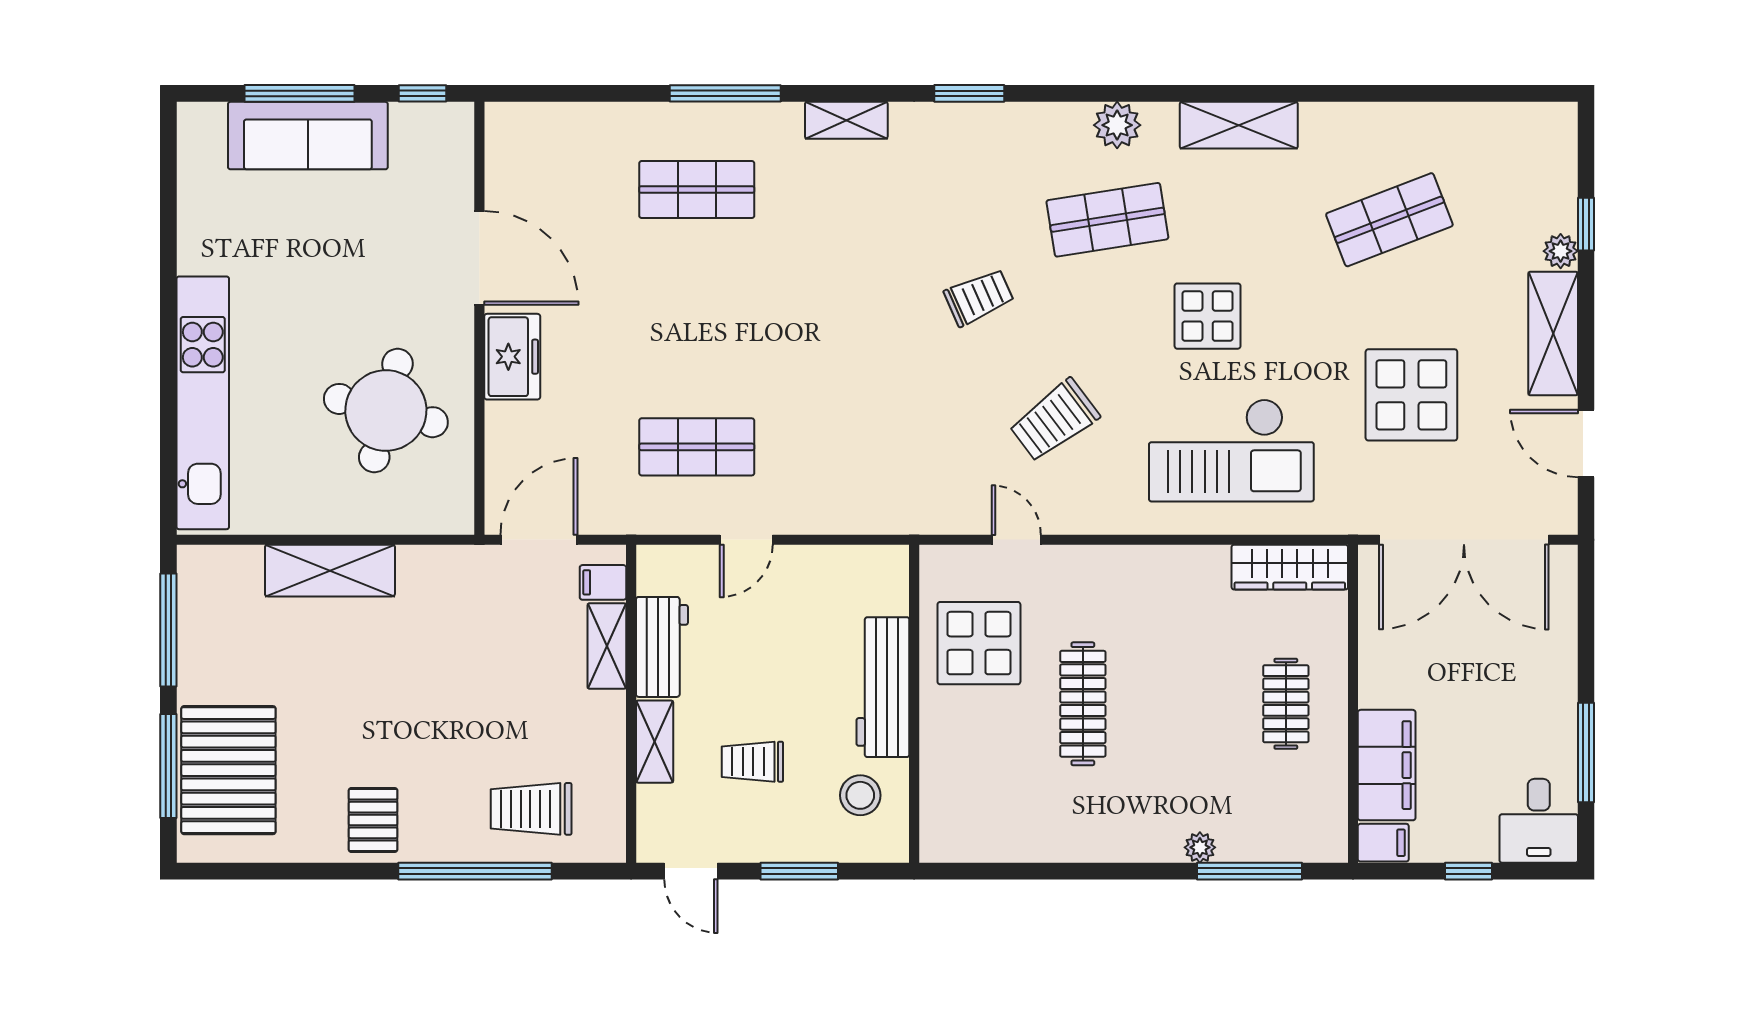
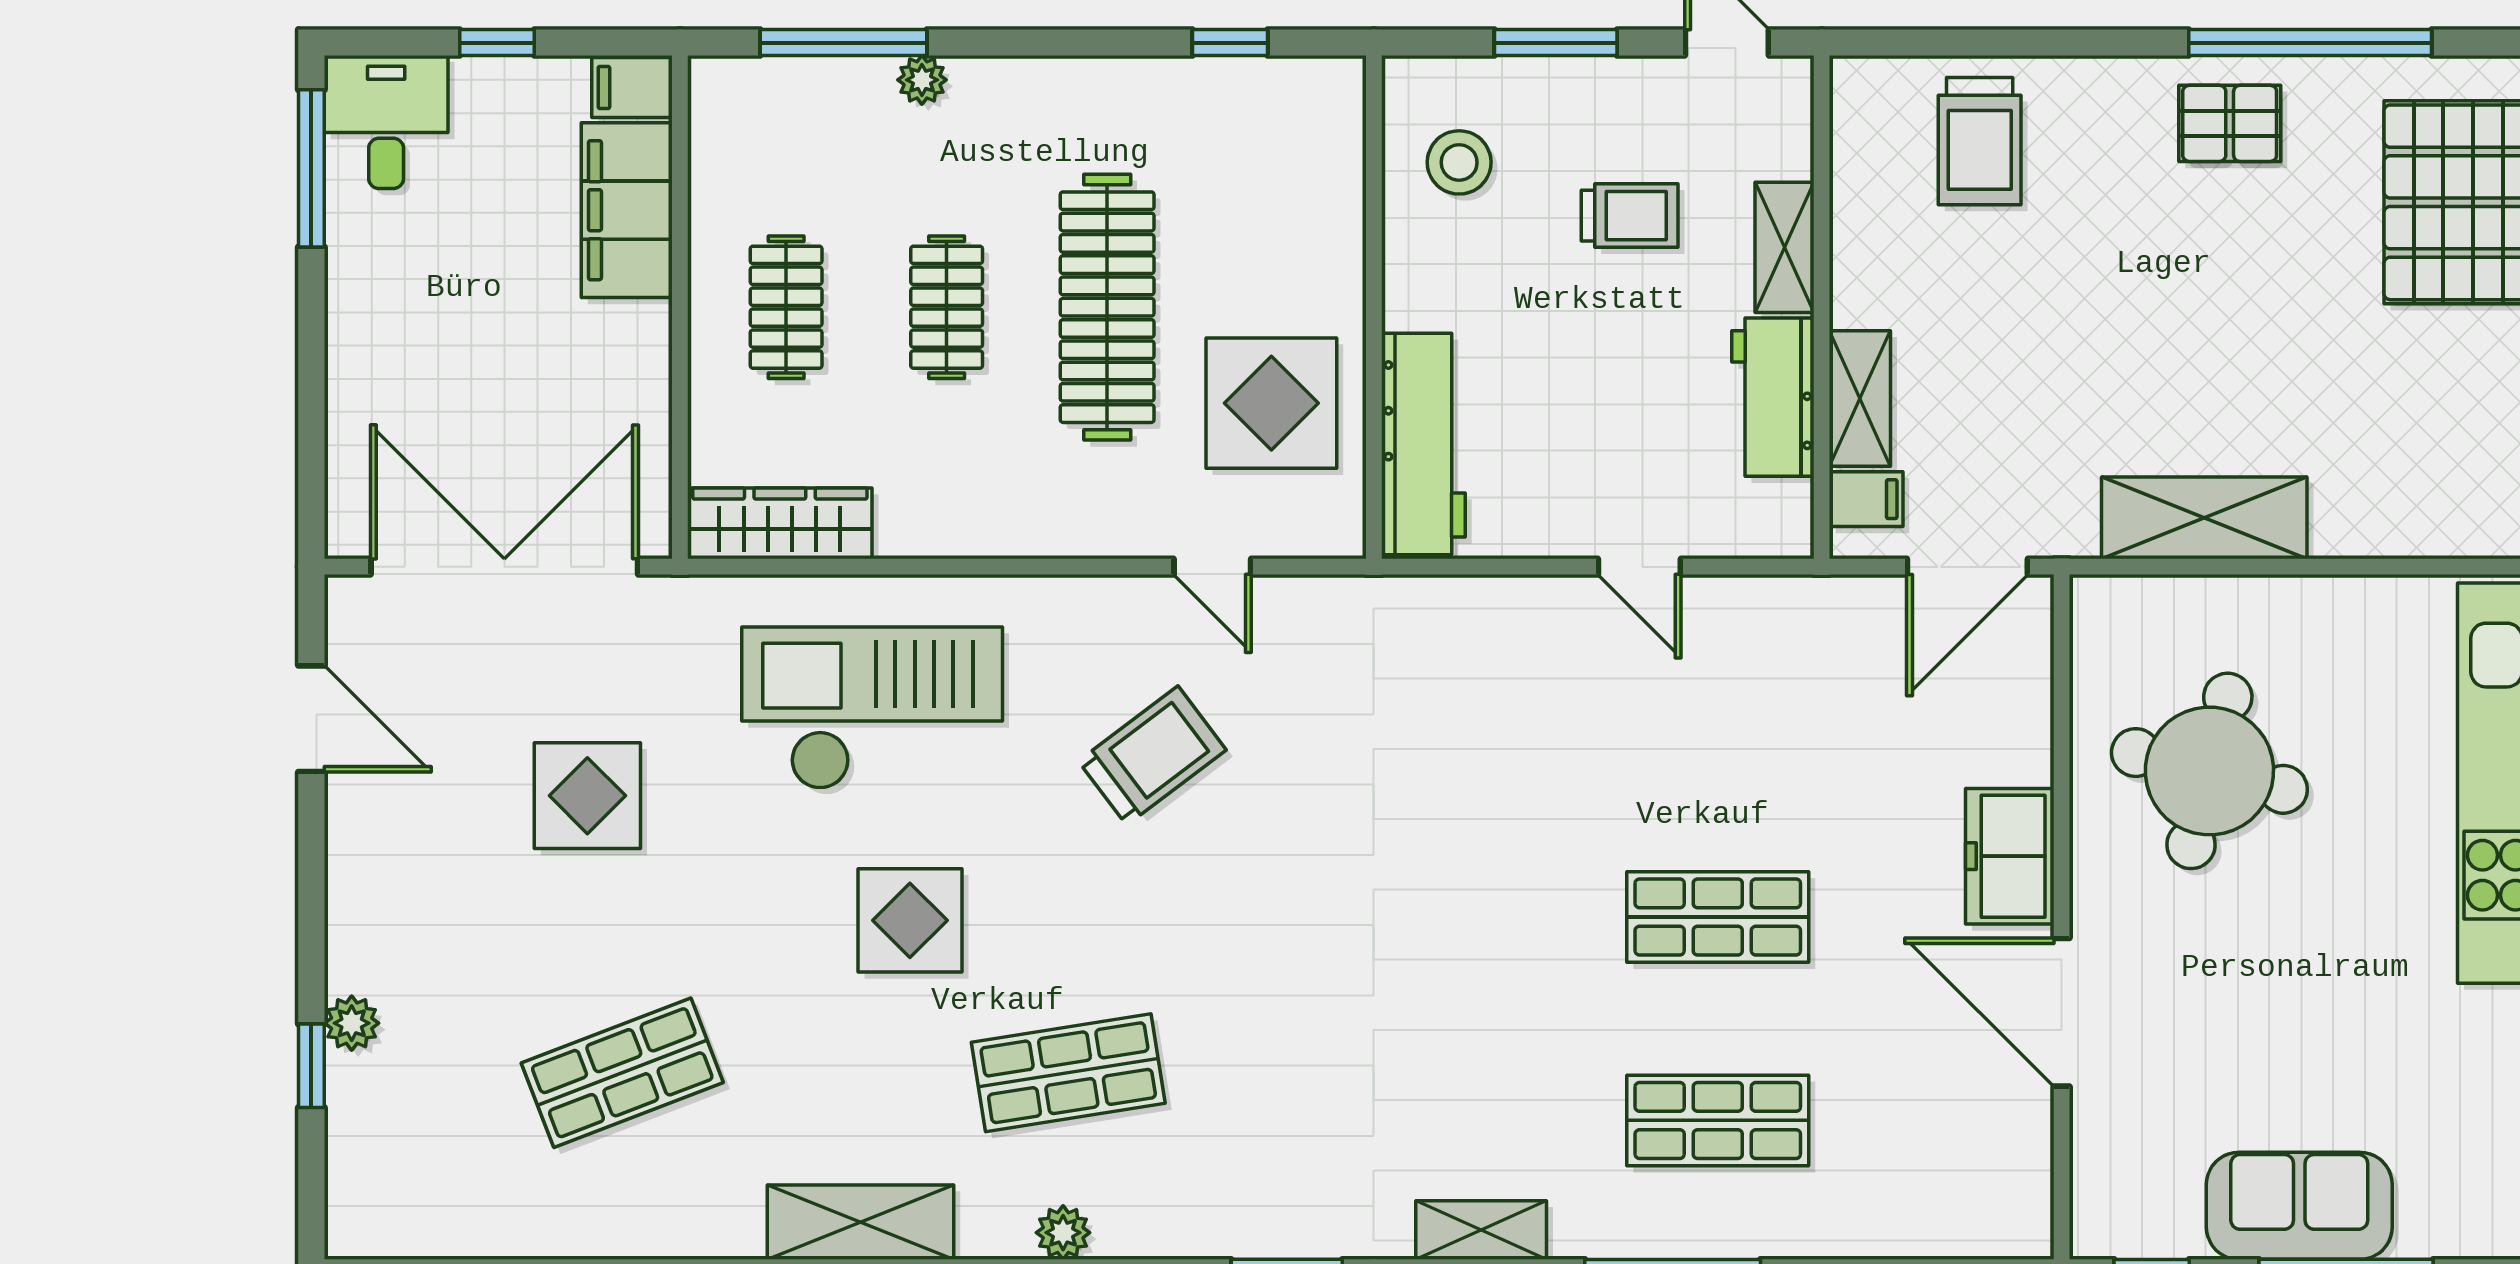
plant: (1117, 125) -> (1063, 1233), width x0.73, depth x0.73
sofa: (308, 136) -> (2299, 1206), width x0.73
trolley: (979, 297) -> (1271, 950), removed
shelving: (1553, 334) -> (363, 893), removed
display table: (1411, 395) -> (587, 796), width x0.73, depth x0.73
shop shelf: (697, 447) -> (1718, 917), moved
door: (746, 540) -> (1639, 567), swing flipped
shelving: (330, 571) -> (2204, 518), moved
workbench: (883, 687) -> (1423, 444), moved
clothes rail: (1083, 704) -> (1107, 307), width x1.37, depth x1.31
clothes rail: (1184, 704) -> (947, 307), added
window: (1586, 753) -> (311, 168), moved
trolley: (531, 809) -> (1980, 141), turned 90
pallet: (373, 820) -> (2230, 123), turned 90
window: (475, 871) -> (2310, 43), moved
window: (1005, 871) -> (1230, 43), added

